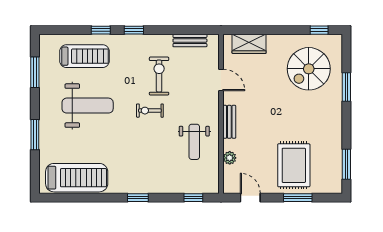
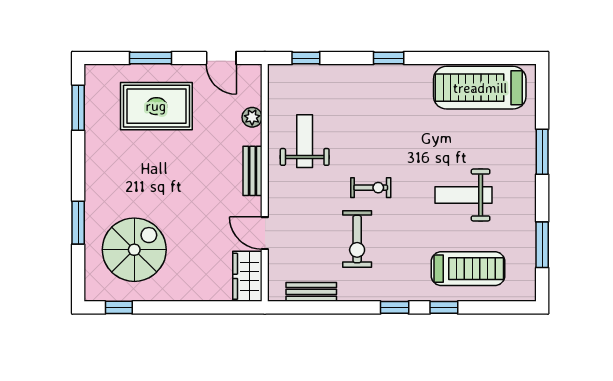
wardrobe: (249, 44) -> (247, 276), moved, turned -90
treadmill: (85, 56) -> (468, 269), turned 180
weight bench: (88, 106) -> (463, 195), width x0.73, depth x0.75
rug: (294, 165) -> (156, 106), turned 90

